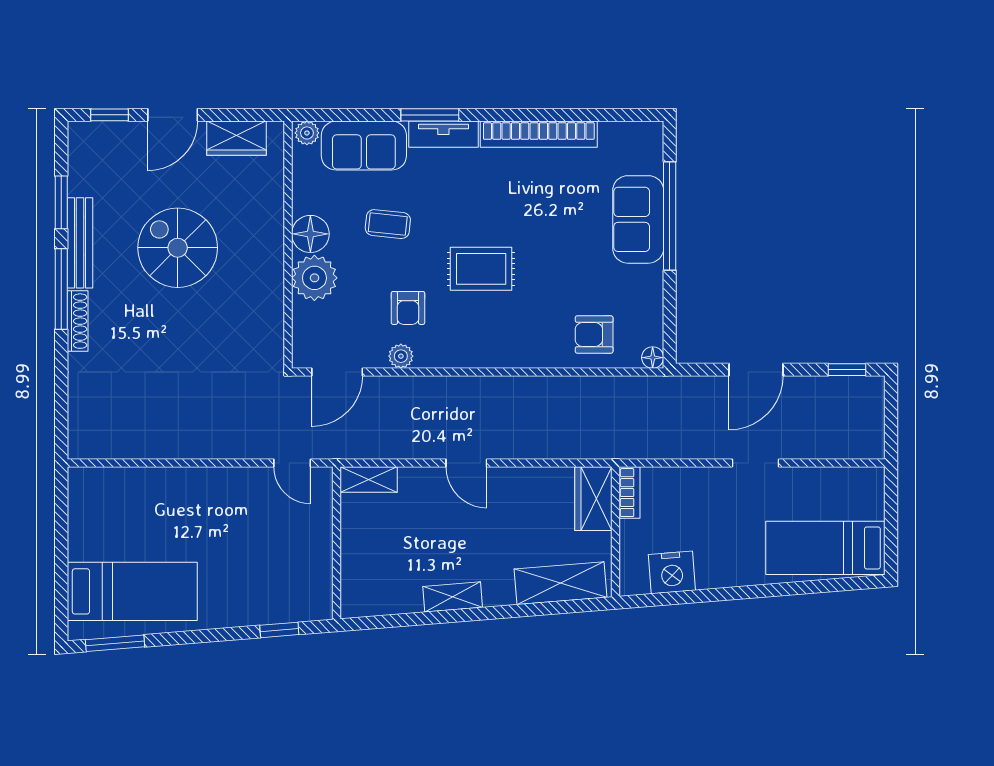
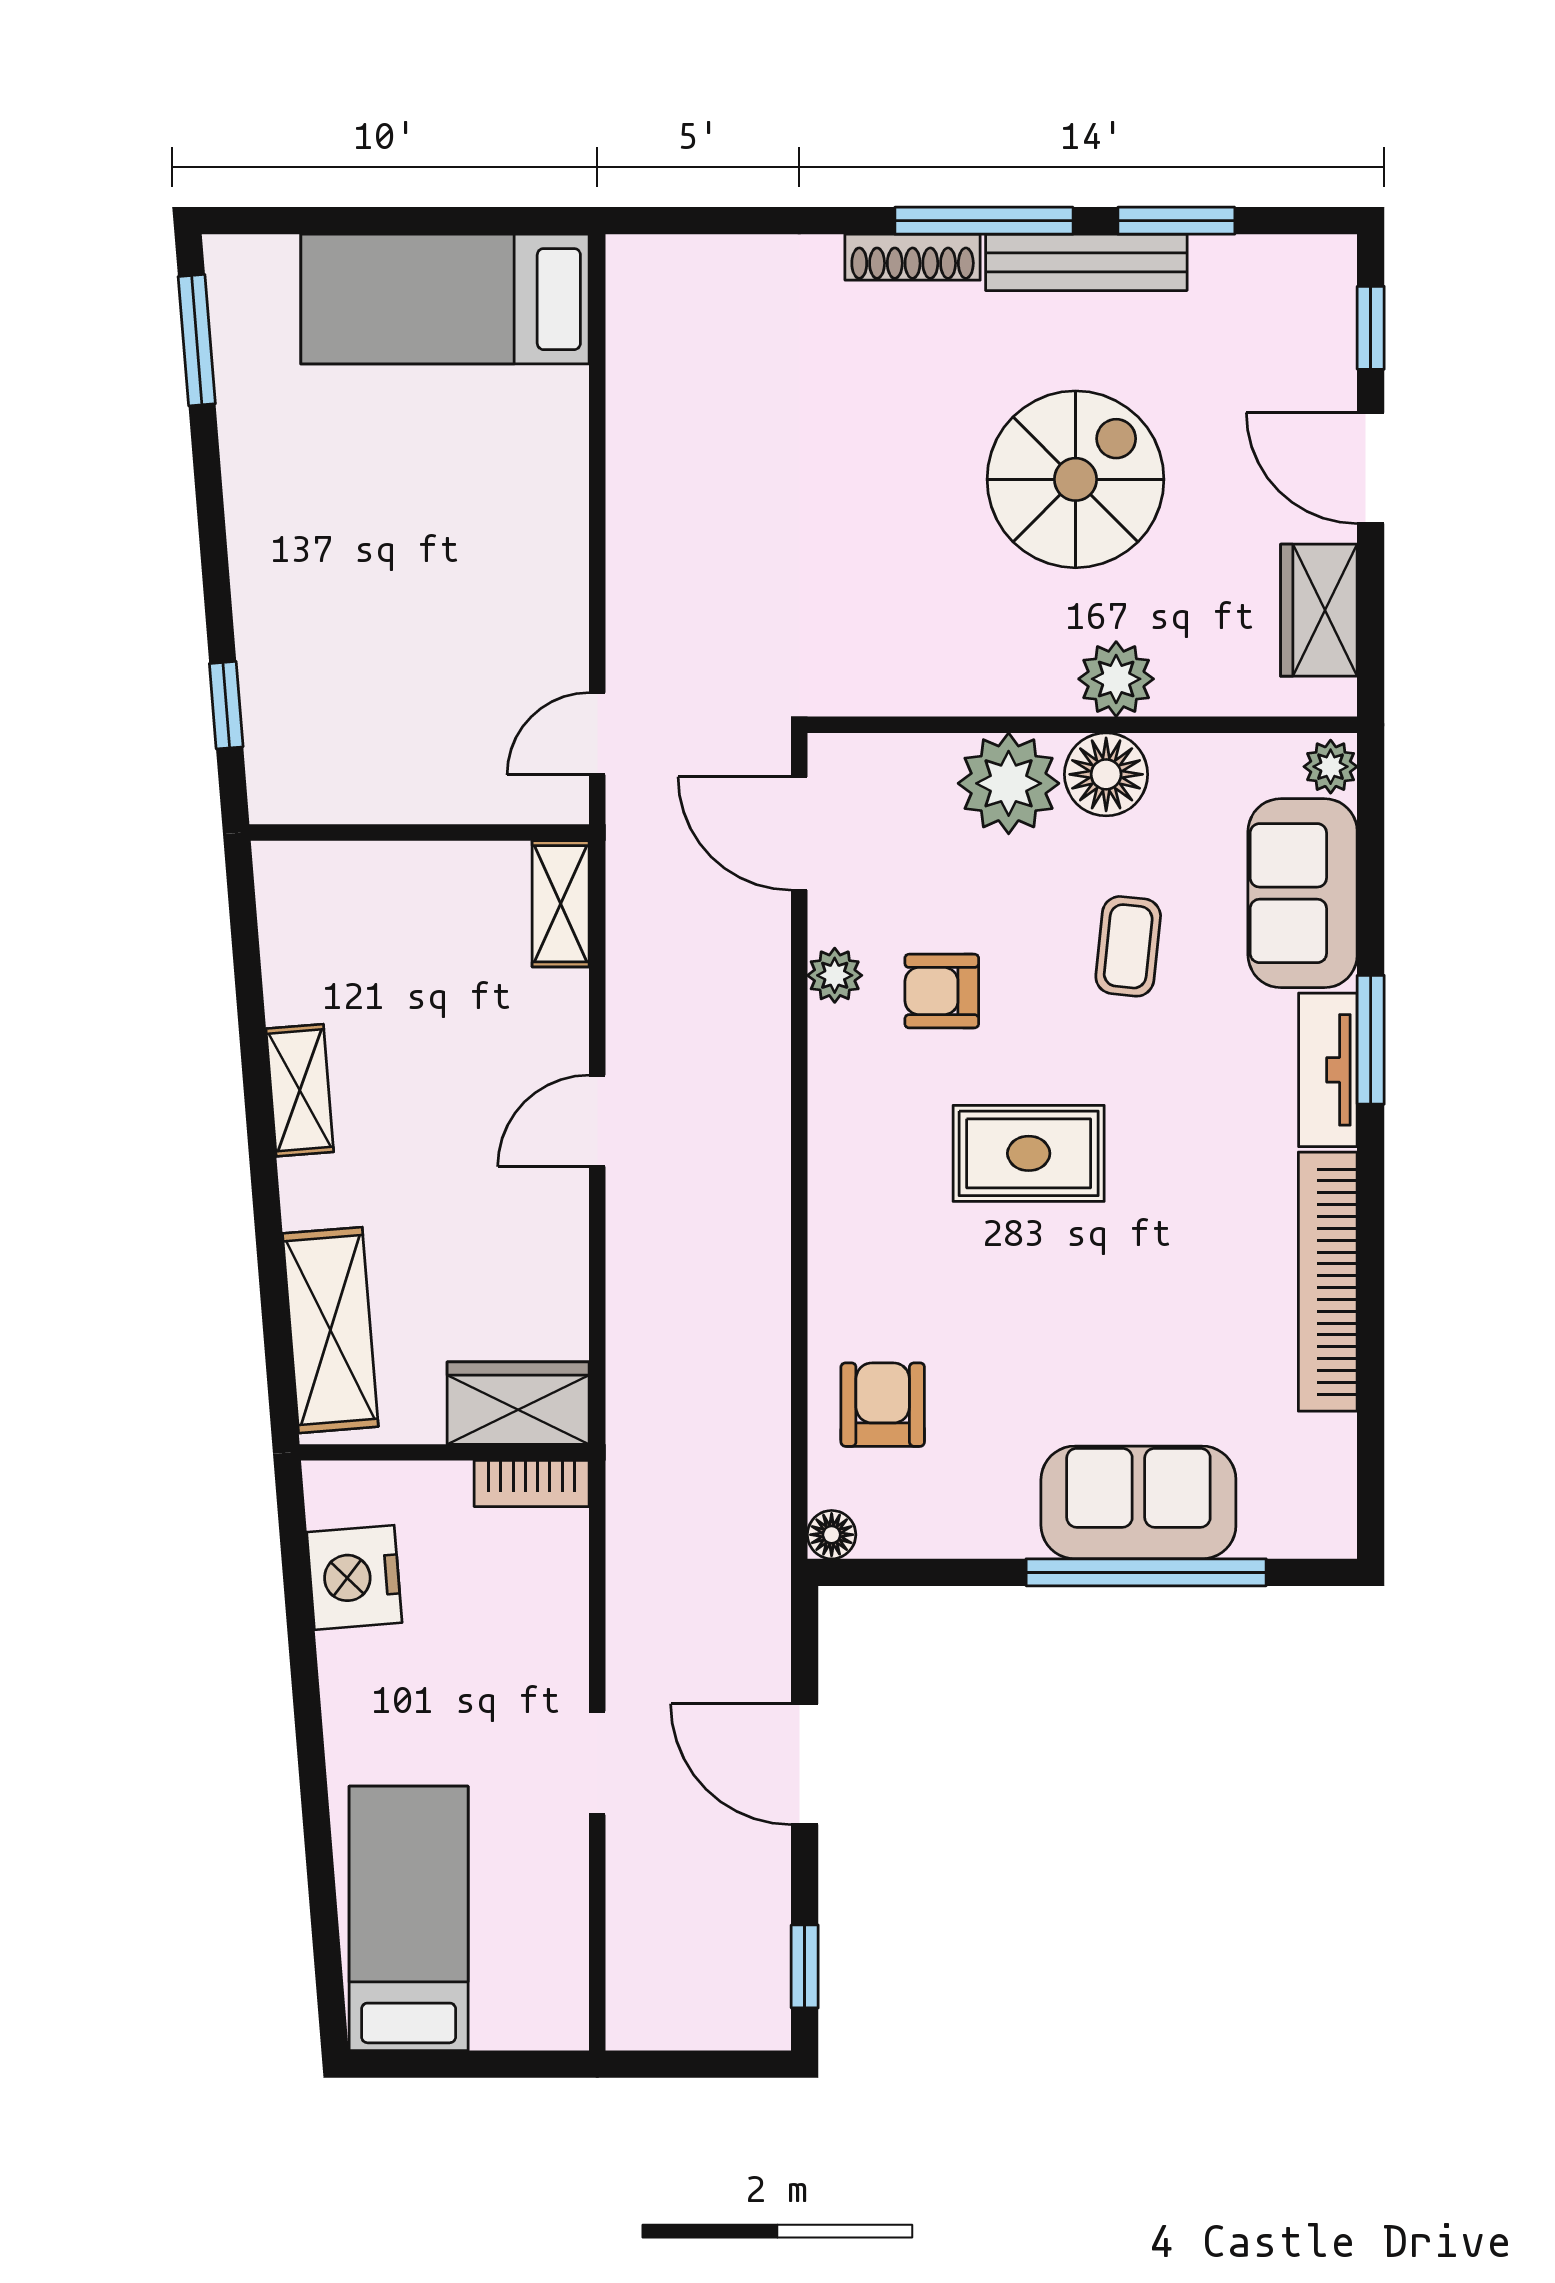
plant: (268, 229) -> (1116, 679), added
rug: (481, 269) -> (1029, 1153), turned 90
bed: (132, 591) -> (445, 299), moved, turned 90

